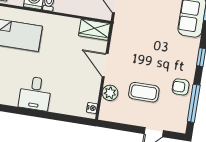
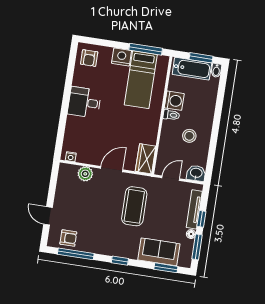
armchair: (181, 87) -> (68, 238), moved, turned 90
coffee table: (144, 92) -> (134, 206), moved, width x1.36, depth x1.32

